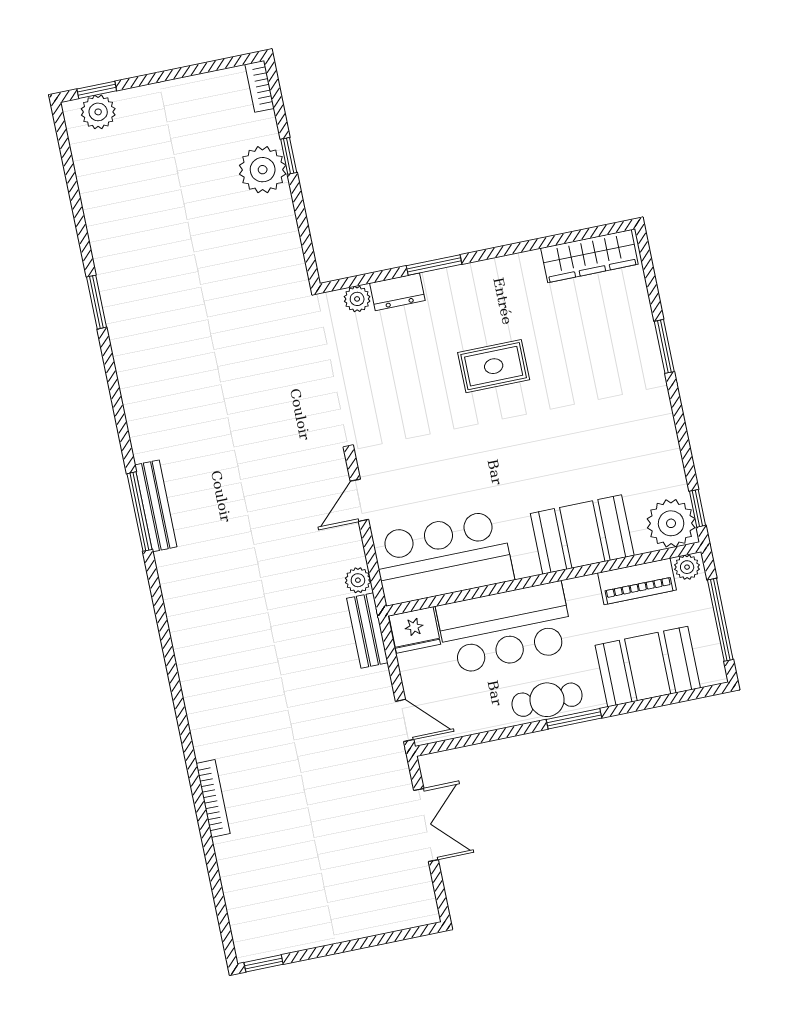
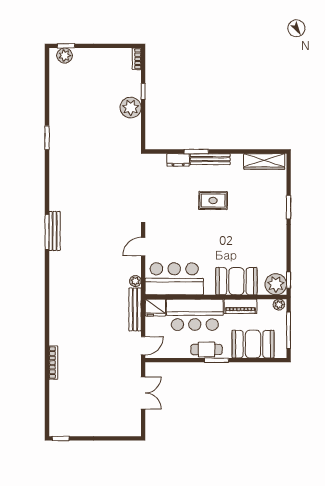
plant: (263, 170) -> (131, 108), moved
bench: (469, 276) -> (210, 159), added
plant: (357, 299) -> (160, 159), removed
piano: (637, 581) -> (241, 306), moved
bench: (367, 630) -> (135, 309), width x1.36
door: (405, 720) -> (143, 346), hinge flipped

